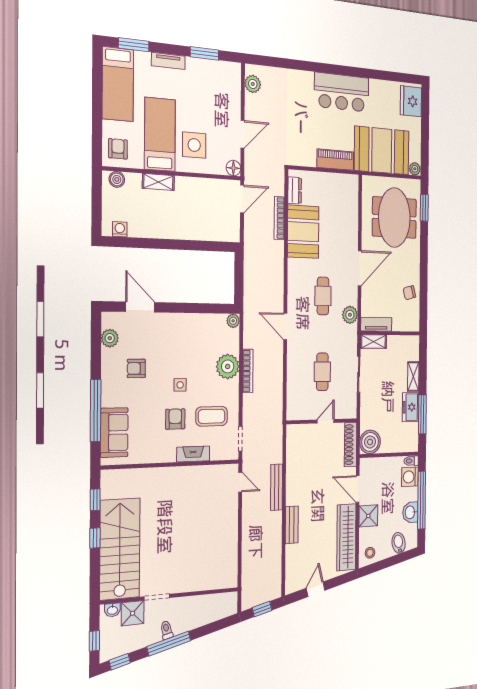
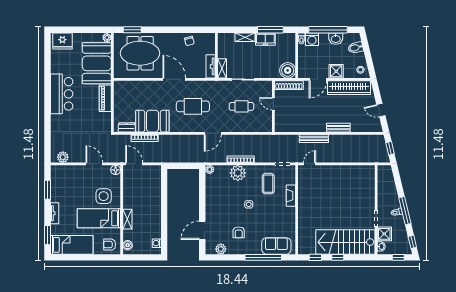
cafe table: (323, 296) -> (193, 106), width x1.37, depth x1.35
plant: (350, 315) -> (205, 86), removed
armchair: (175, 419) -> (269, 207), removed

